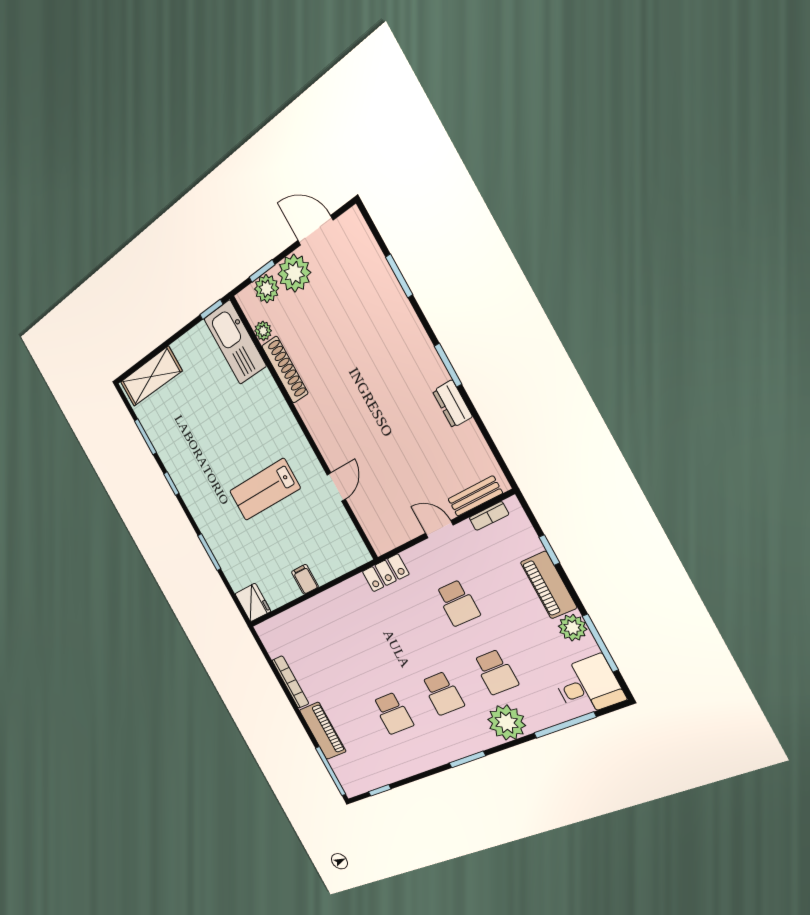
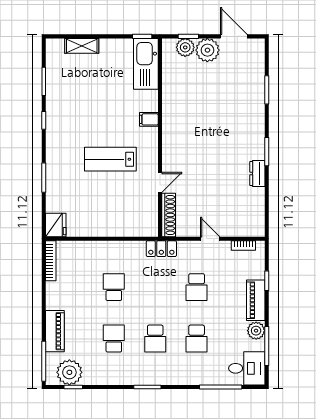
plant: (263, 331) -> (168, 69), removed
shoe rack: (285, 370) -> (169, 215), moved
shelving: (151, 376) -> (82, 46), width x0.67, depth x0.75
bench: (475, 496) -> (242, 230), removed
filing cabinet: (305, 579) -> (149, 119), moved, turned -90
school desk: (357, 649) -> (114, 287), added
bookcase: (290, 682) -> (51, 261), moved
school desk: (393, 713) -> (114, 339), turned 180
plant: (507, 722) -> (69, 372), moved

